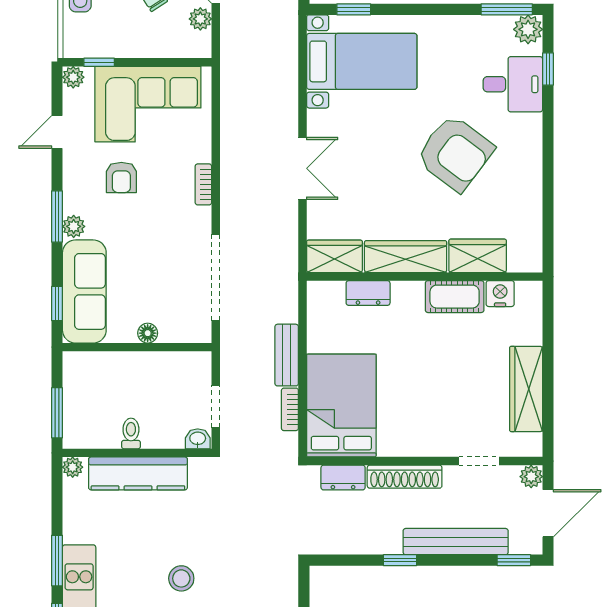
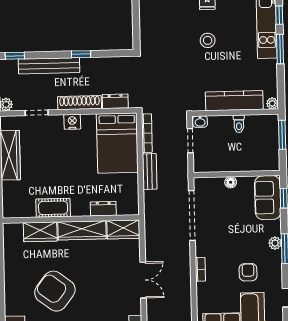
double door: (302, 168) -> (143, 280), swing flipped
sofa: (84, 291) -> (268, 198), width x0.73
nightstand: (500, 294) -> (72, 122), moved, turned 180
bookcase: (290, 409) -> (147, 133), width x1.56

